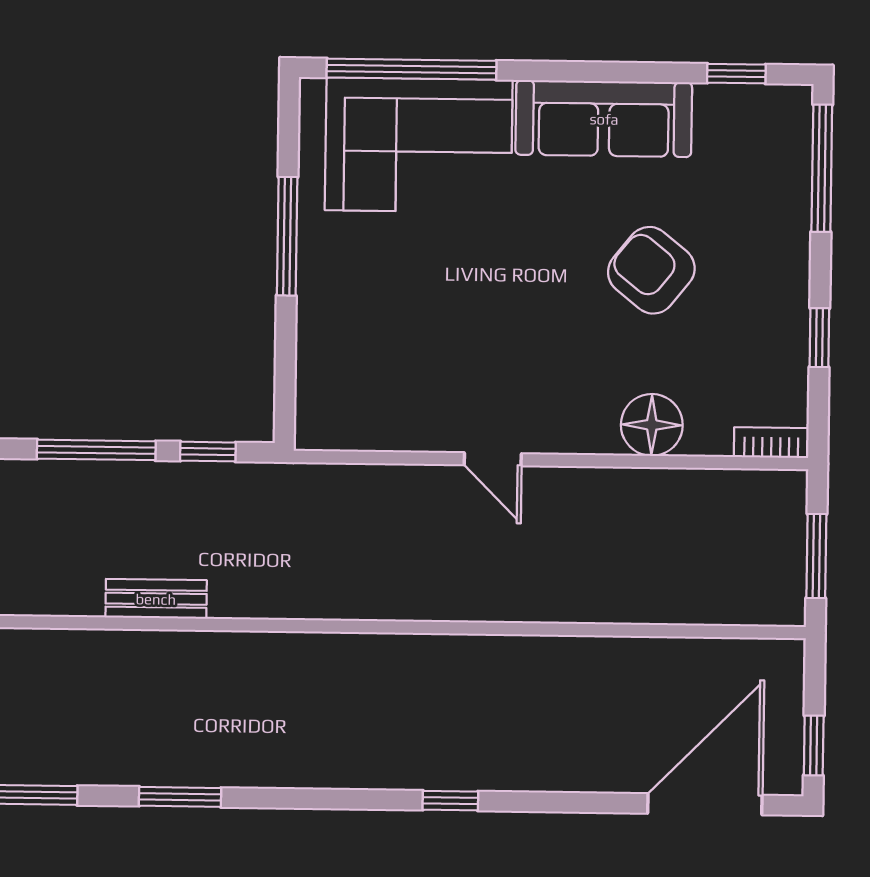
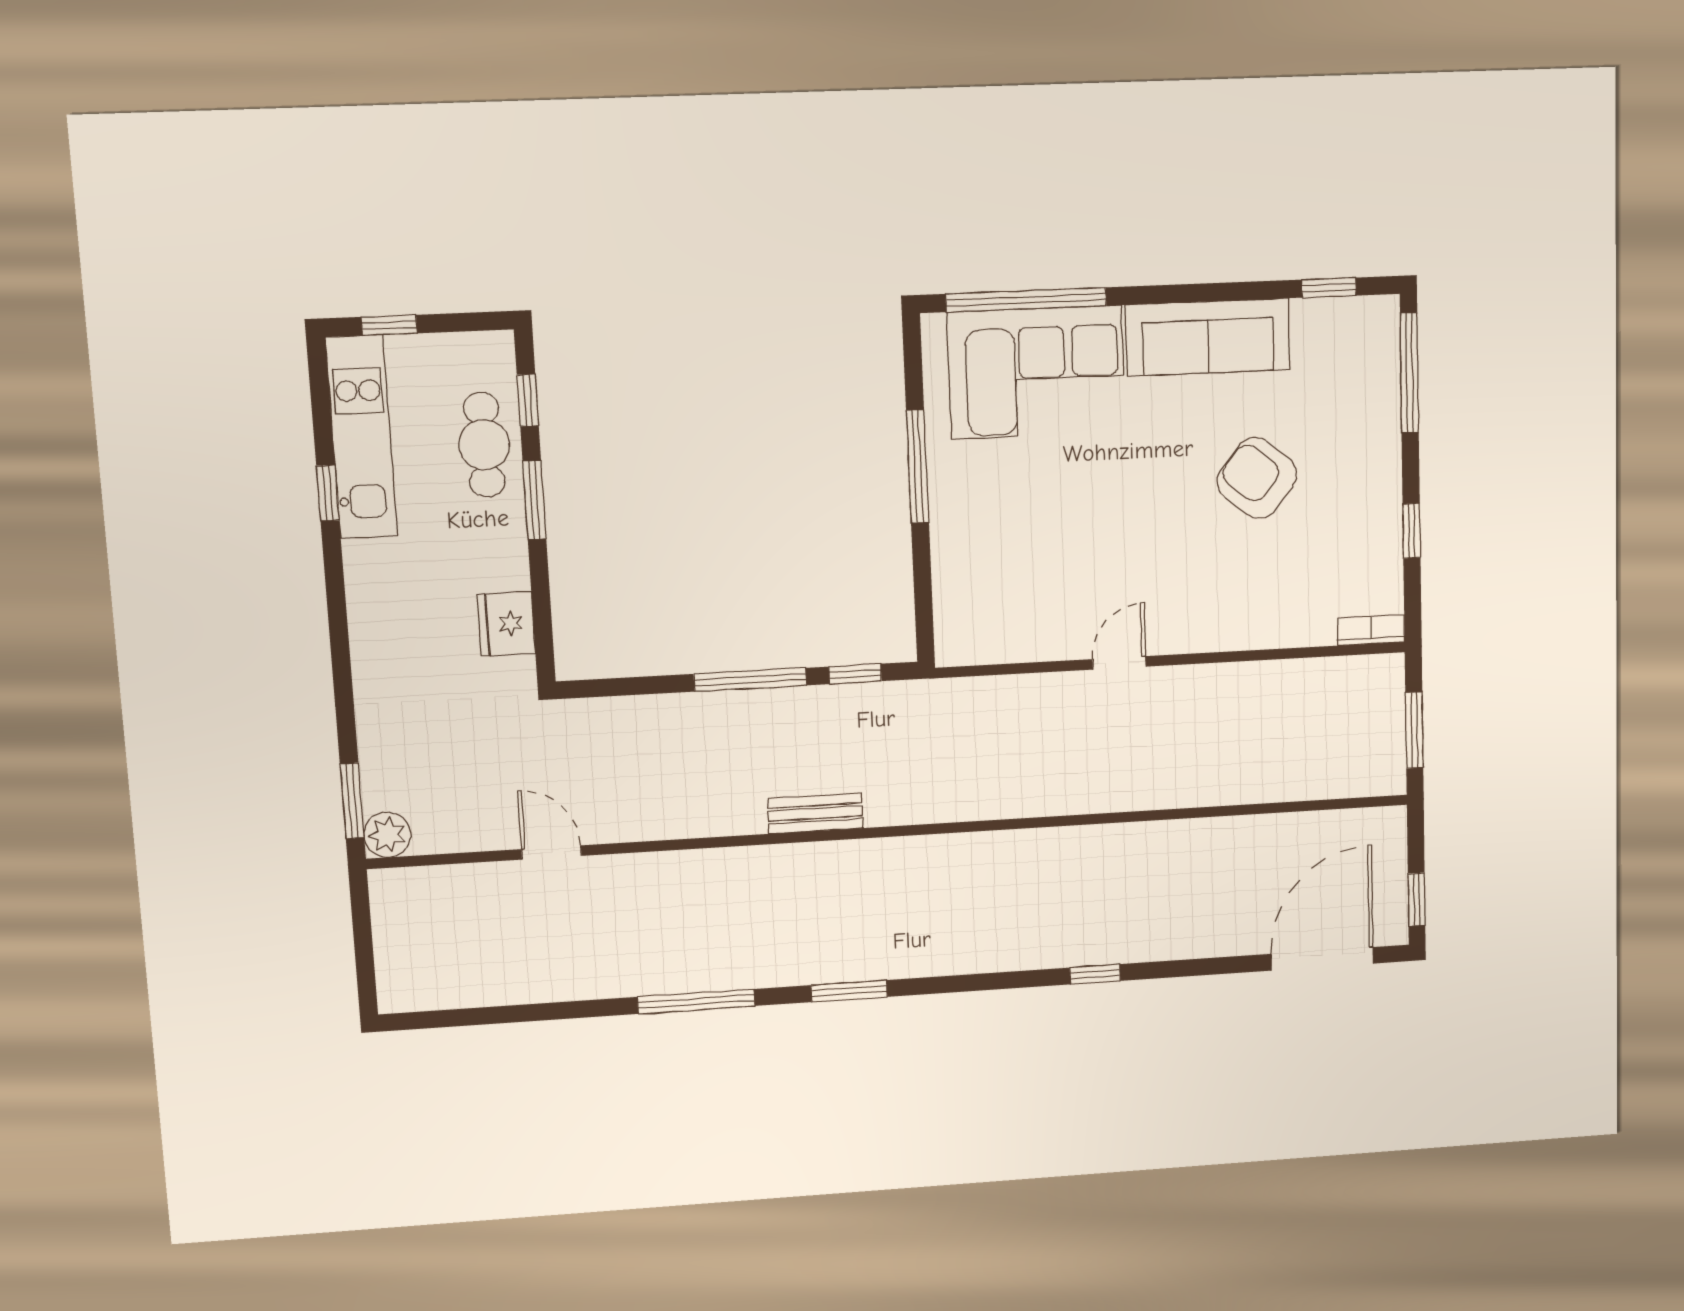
floor lamp: (652, 425) -> (1263, 621), removed
door: (493, 459) -> (1119, 663), swing flipped

